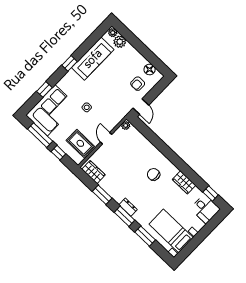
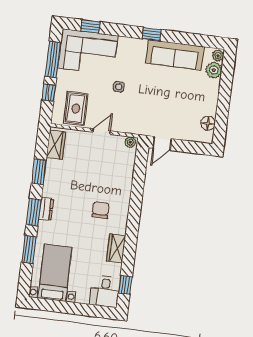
armchair: (138, 84) -> (184, 122), removed
window: (44, 89) -> (90, 26), moved

